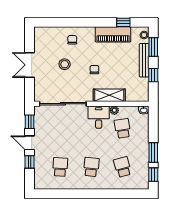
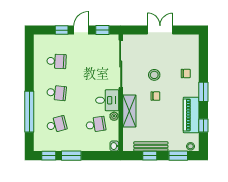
window: (90, 22) -> (203, 92), added
bench: (144, 60) -> (151, 146), moved
stool: (65, 64) -> (154, 75), moved
window: (110, 194) -> (29, 112), added

